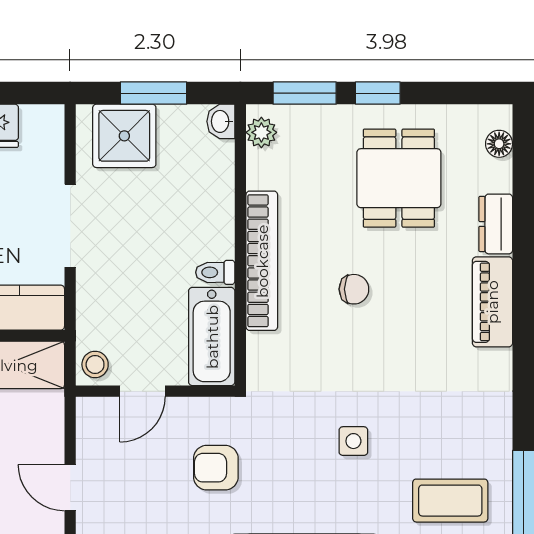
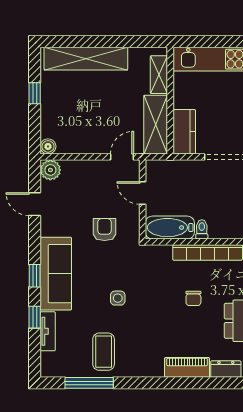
stool: (95, 364) -> (156, 169), removed
door: (70, 488) -> (122, 157), moved
coffee table: (450, 501) -> (104, 352), moved

